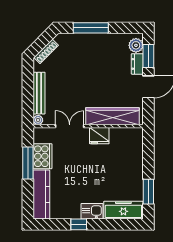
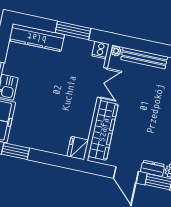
fridge: (99, 136) -> (78, 148), moved
cooker: (42, 156) -> (100, 50), moved, width x0.53, depth x0.76

